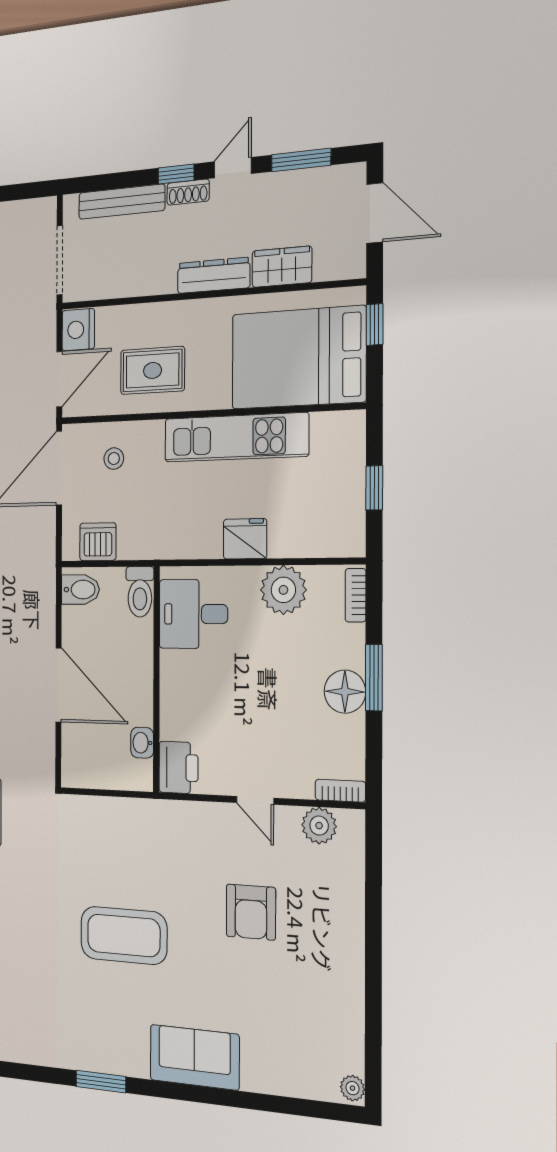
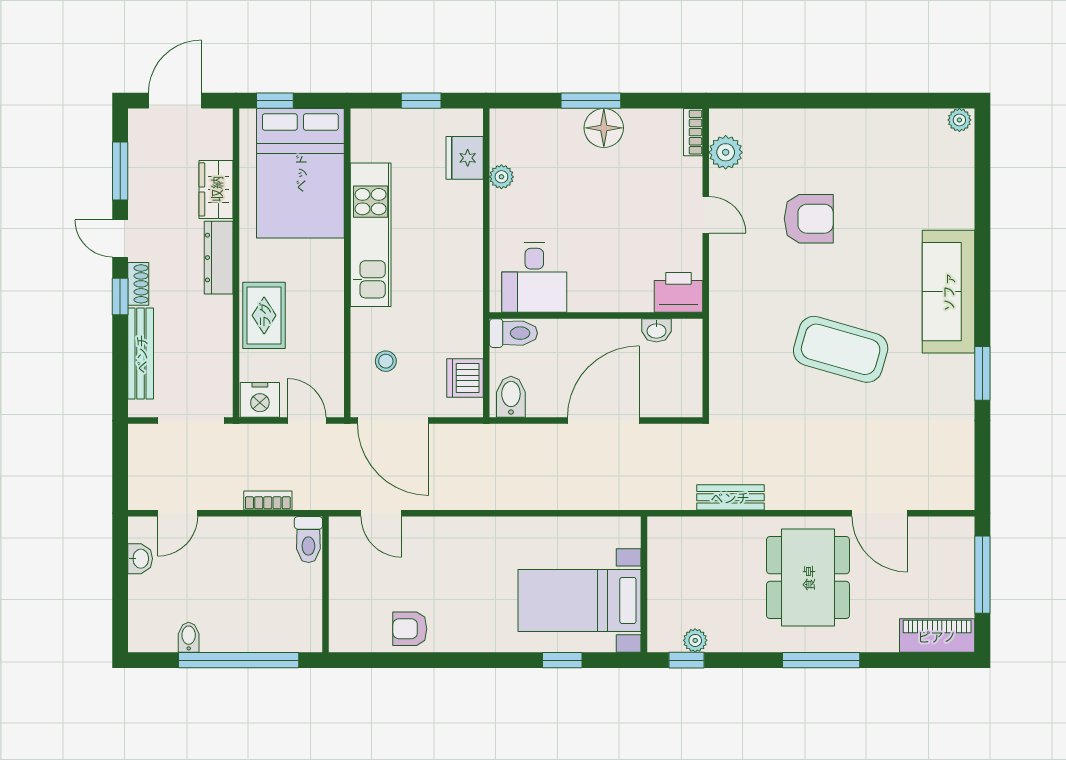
rug: (153, 370) -> (264, 315), moved
door: (59, 379) -> (307, 421), width x0.73
fridge: (245, 539) -> (465, 158), moved
plant: (283, 590) -> (501, 177), width x0.53, depth x0.53
bookcase: (356, 595) -> (517, 118), removed
door: (255, 800) -> (706, 215), hinge flipped
coffee table: (124, 935) -> (841, 349), turned -74
sofa: (194, 1057) -> (948, 292), width x1.36

